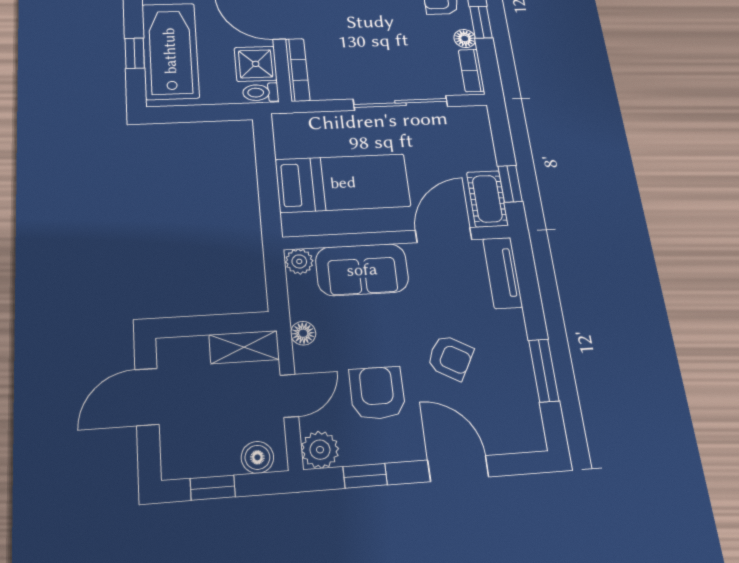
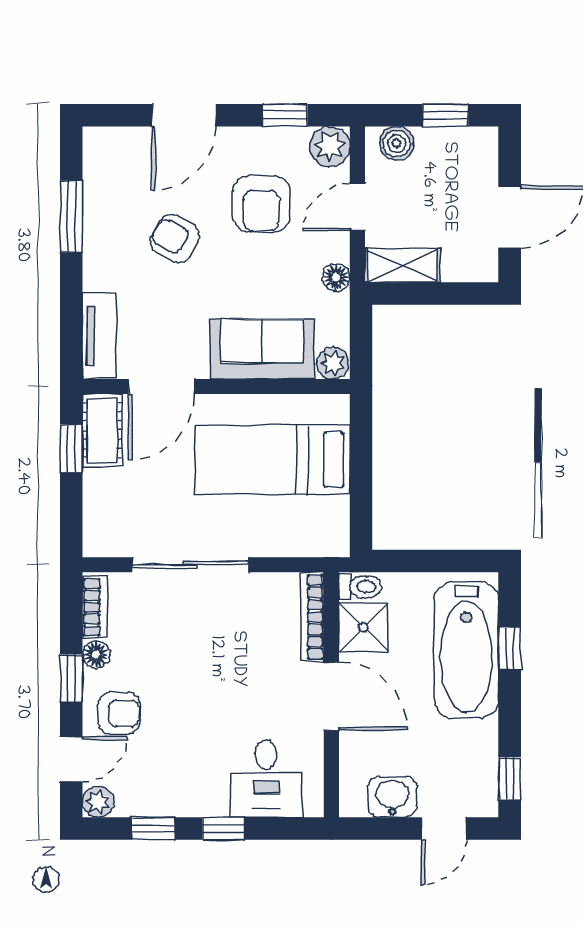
door: (458, 469) -> (184, 115), hinge flipped

